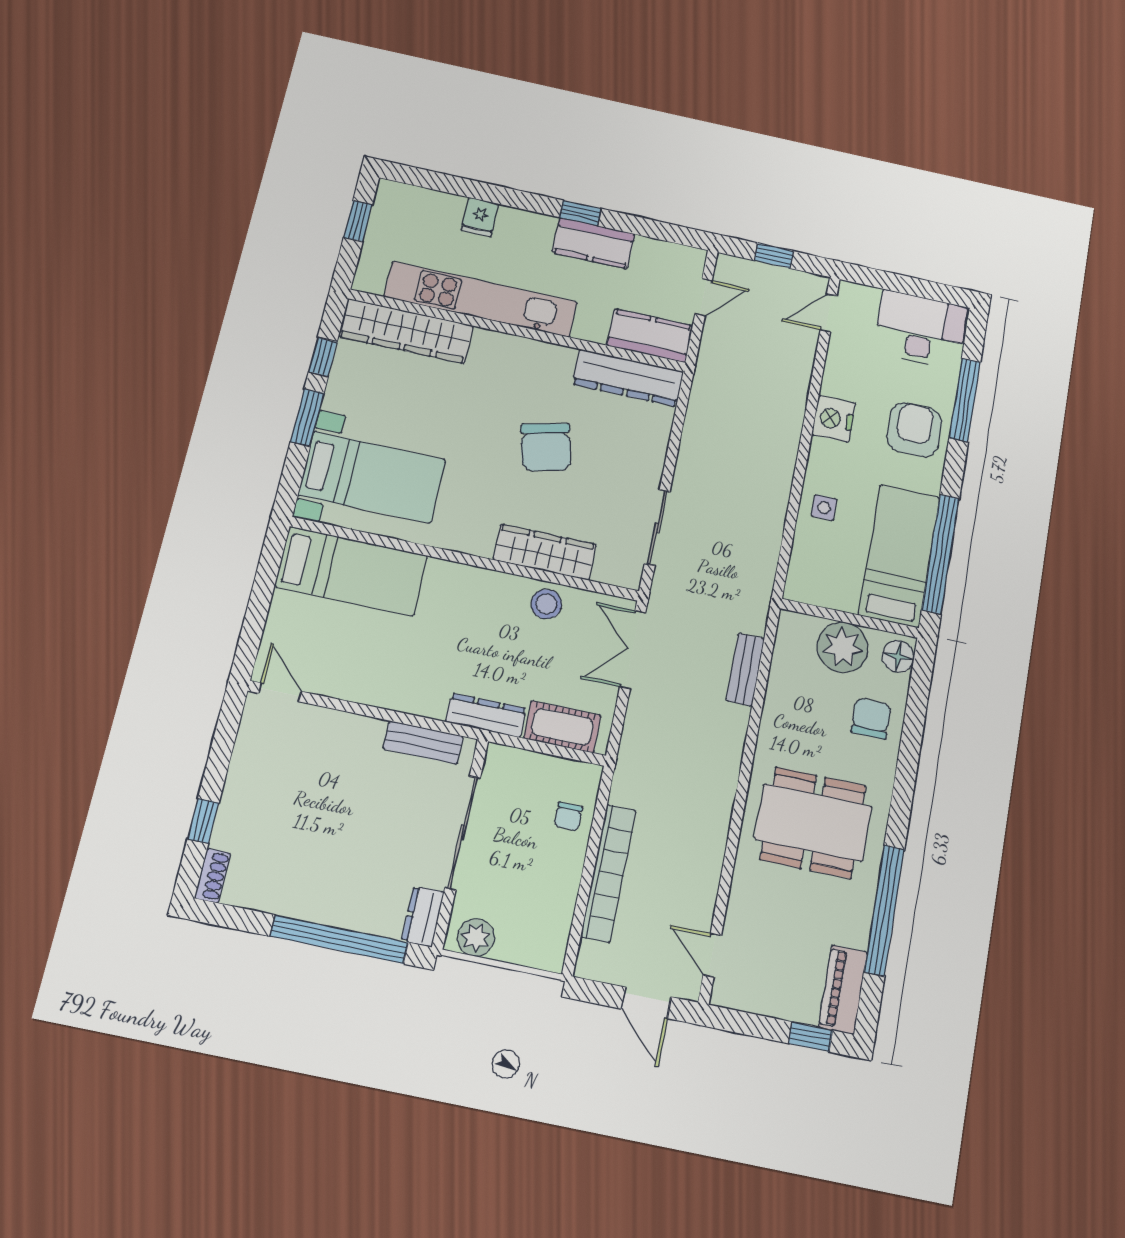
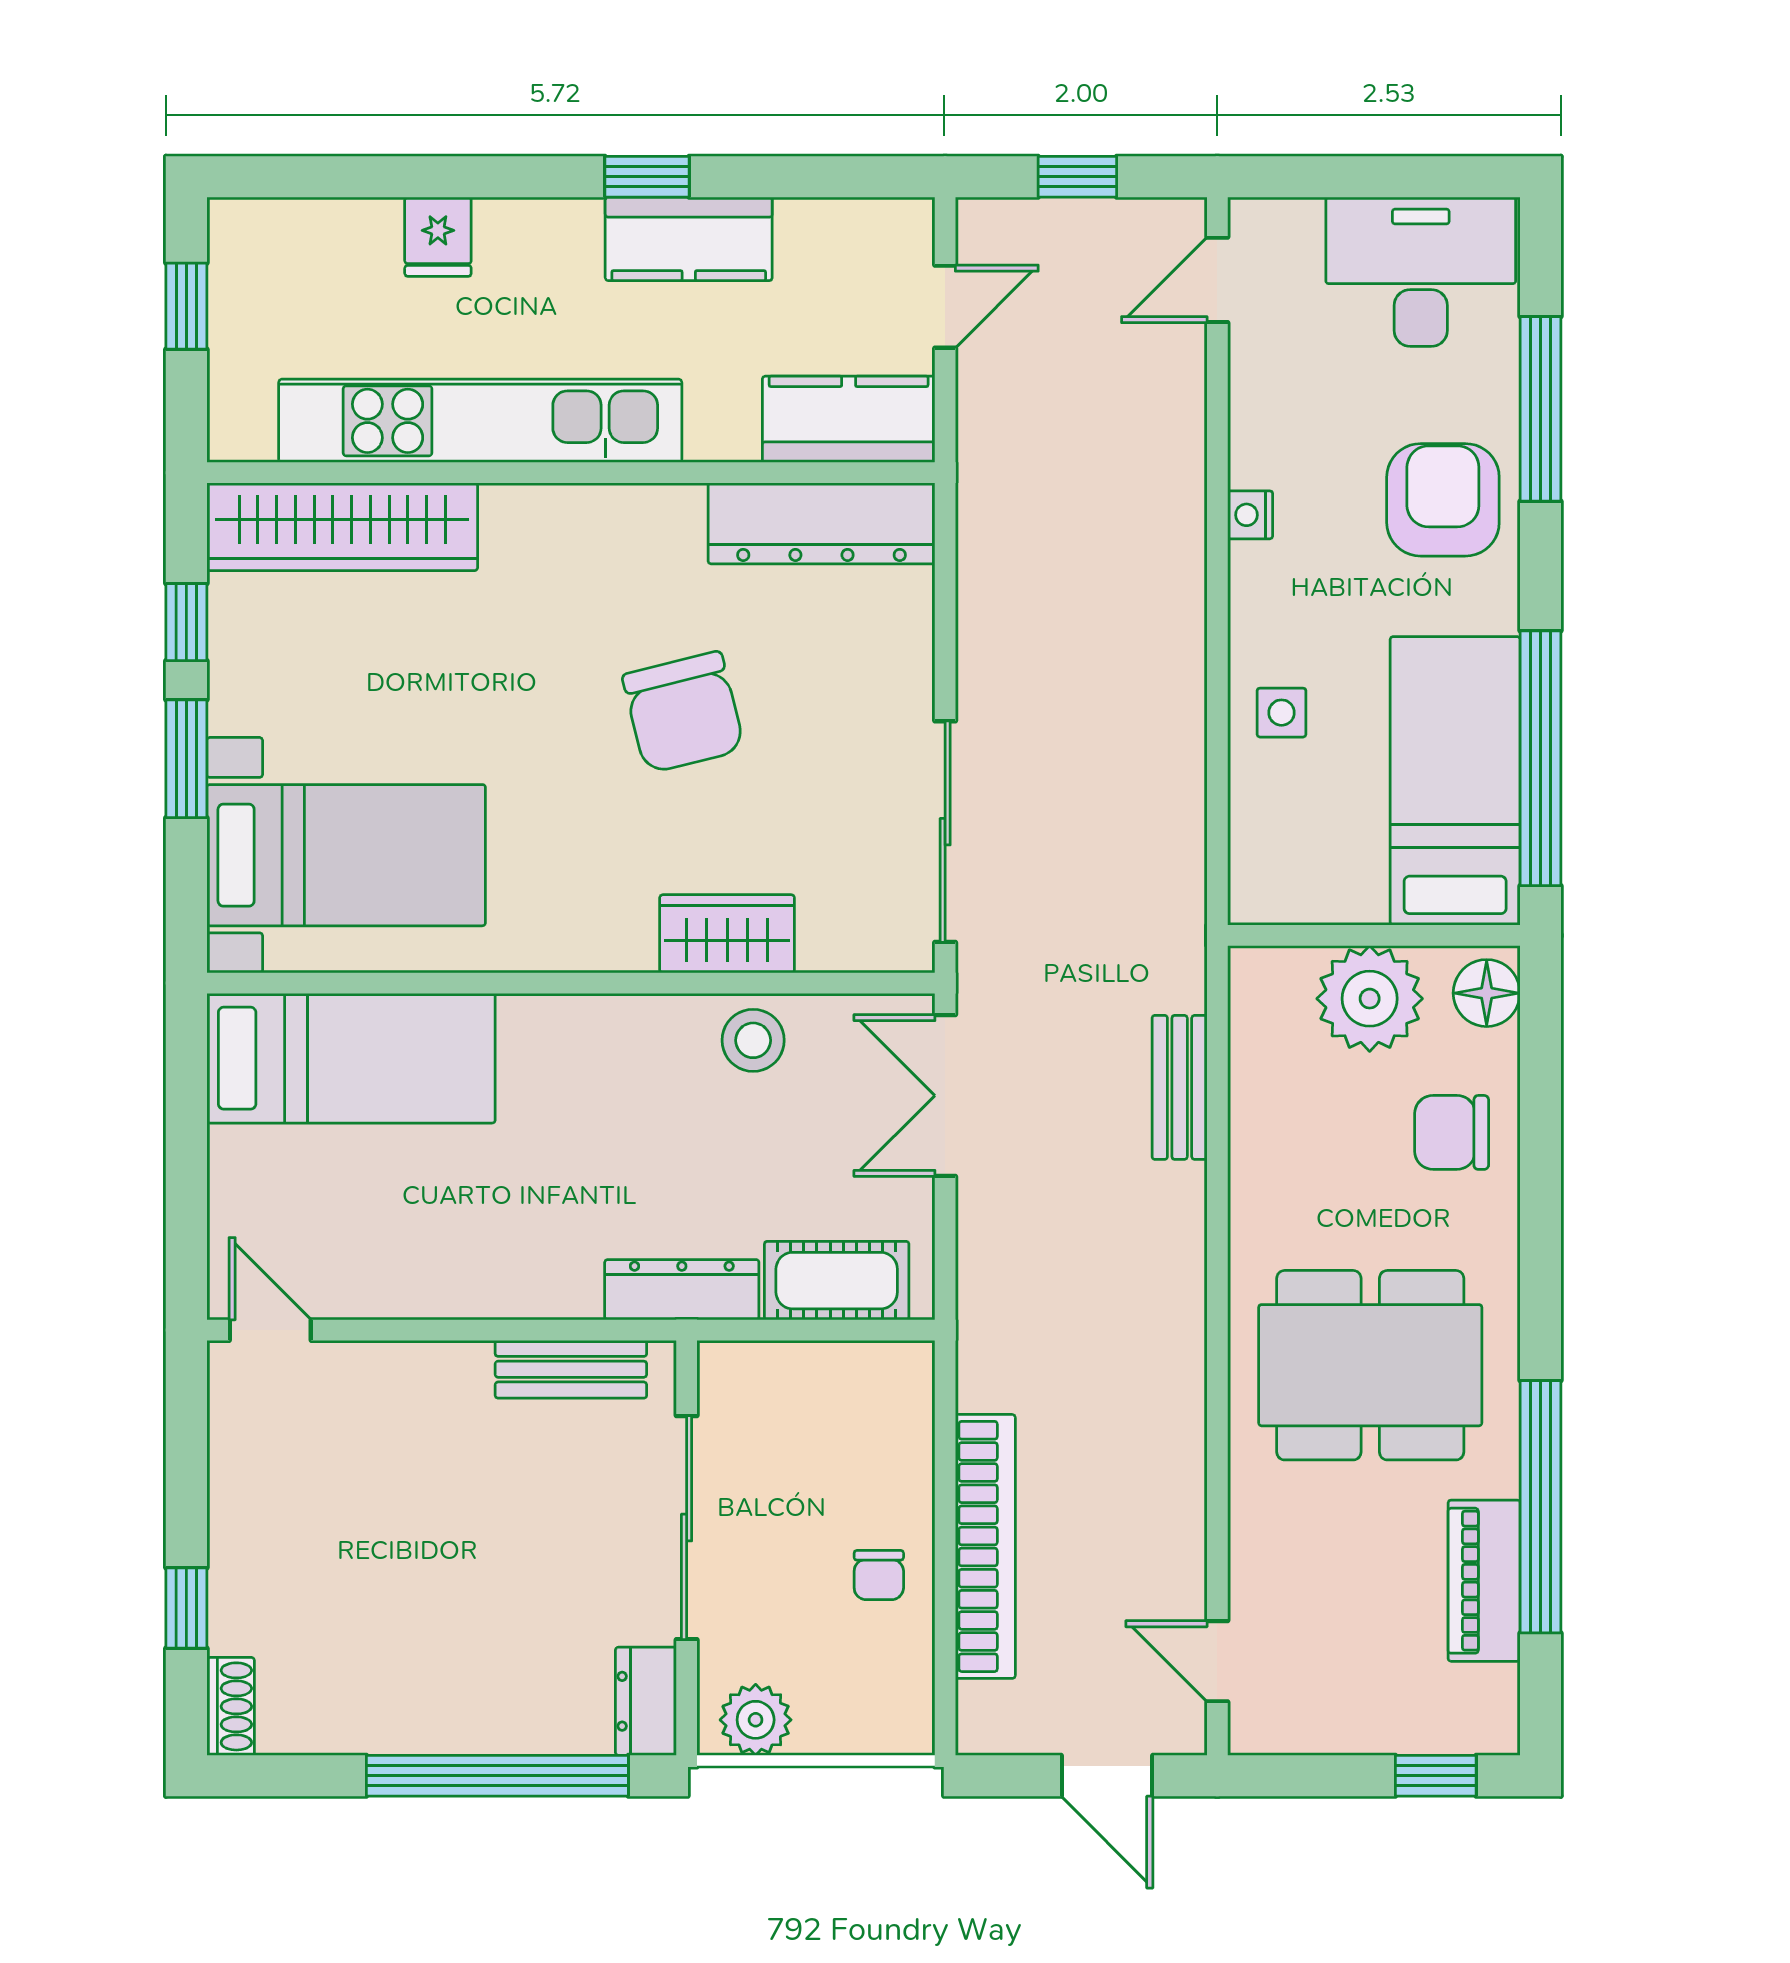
nightstand: (833, 419) -> (1250, 515), width x0.53, depth x0.56
sliding door: (657, 527) -> (945, 832), width x1.37
wardrobe: (545, 552) -> (727, 934), width x0.67
chair: (871, 718) -> (1452, 1132), turned -90
chair: (568, 816) -> (879, 1575), moved
piano: (843, 990) -> (1484, 1581), moved

